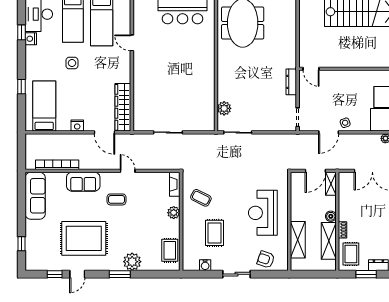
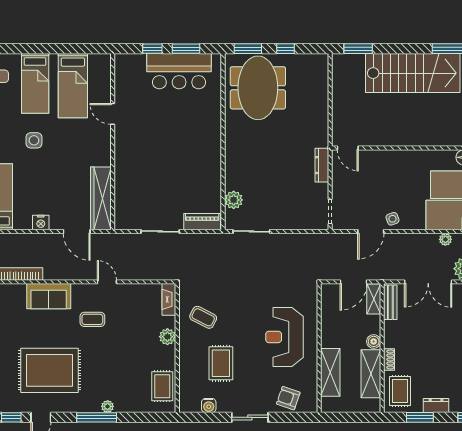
piano: (200, 125) -> (202, 222), added
bench: (344, 186) -> (390, 302), added
plant: (132, 262) -> (108, 406), width x0.53, depth x0.53
window: (120, 274) -> (97, 417), width x1.44

